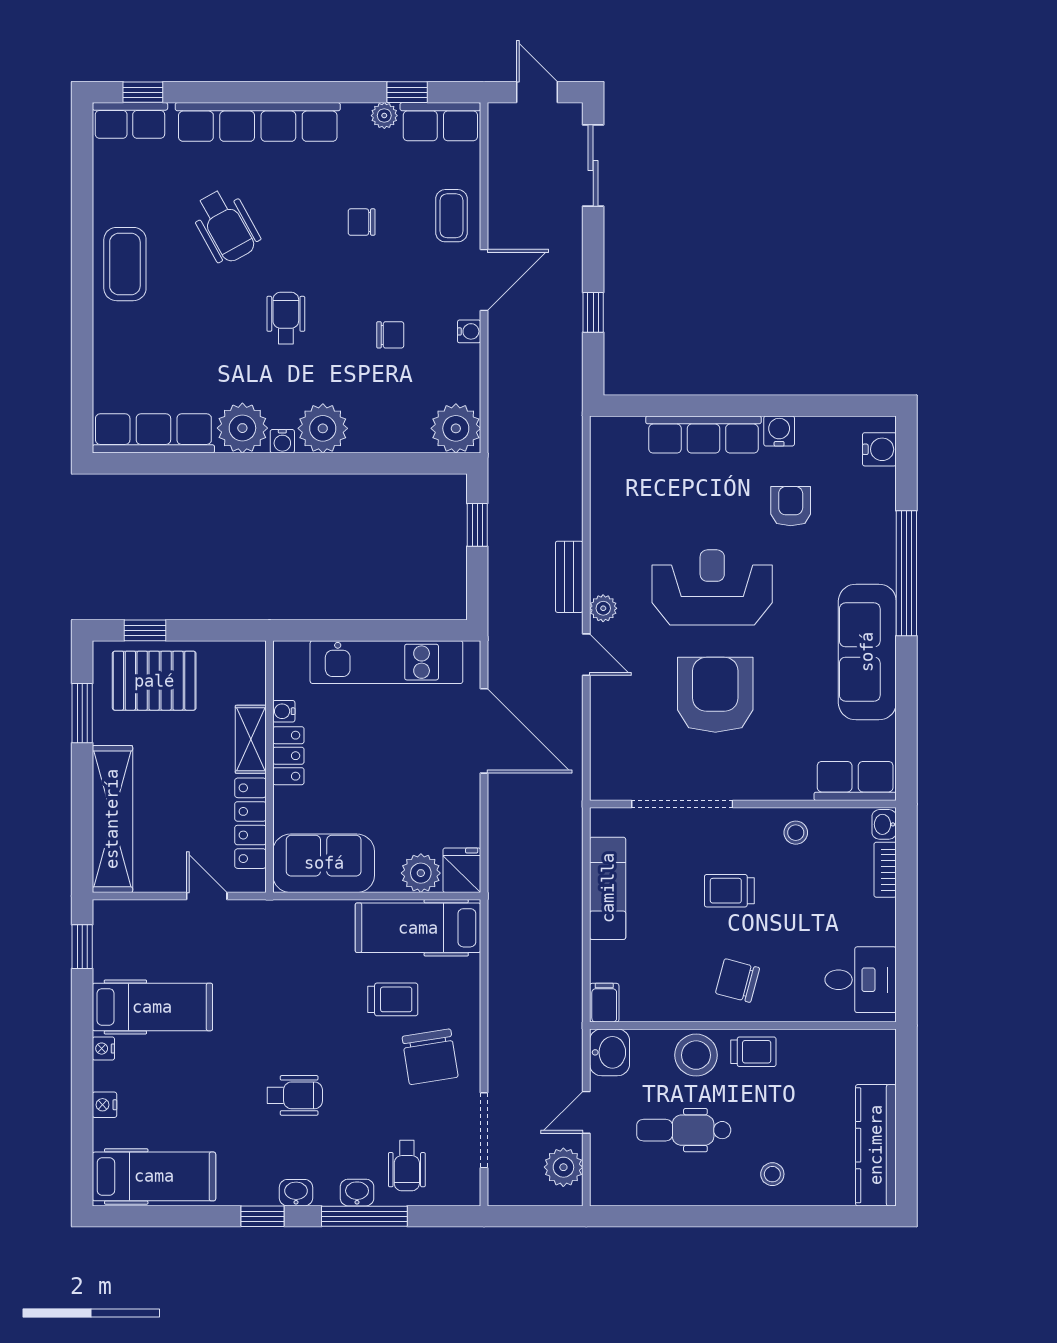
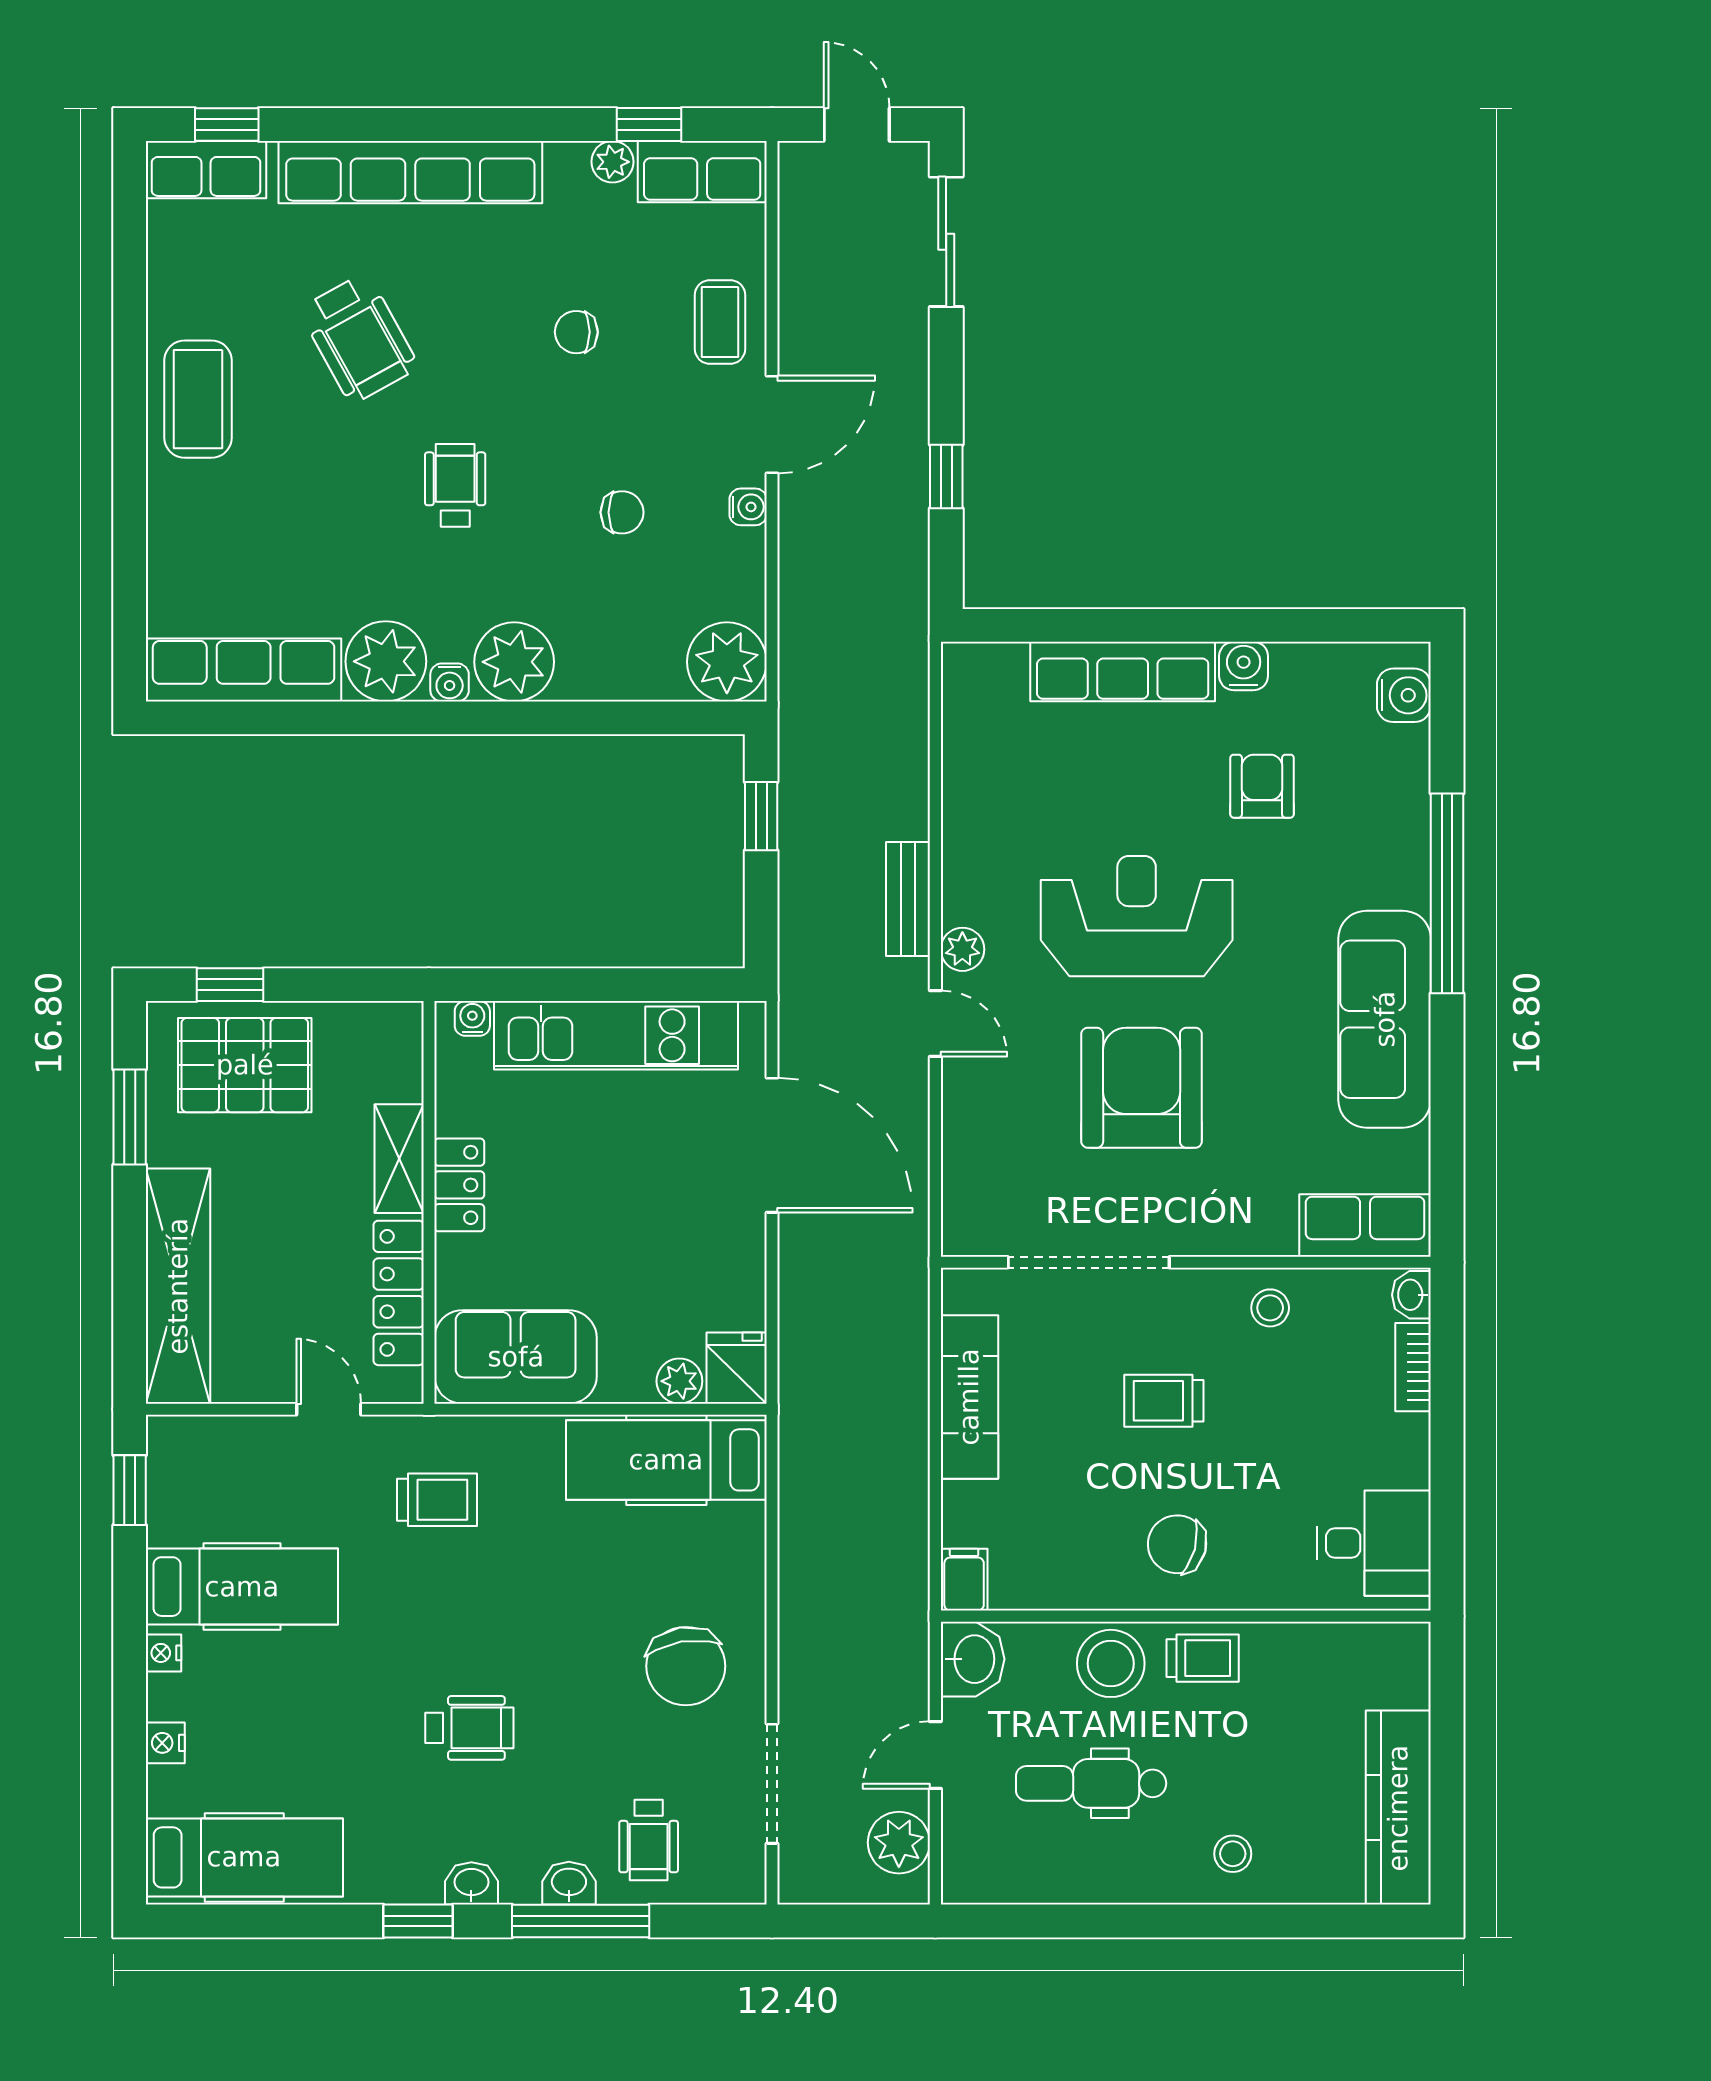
water cooler: (284, 711) -> (472, 1018), moved, turned 90
plant: (421, 873) -> (679, 1381), width x0.73, depth x0.73
trolley: (393, 999) -> (437, 1500), moved

